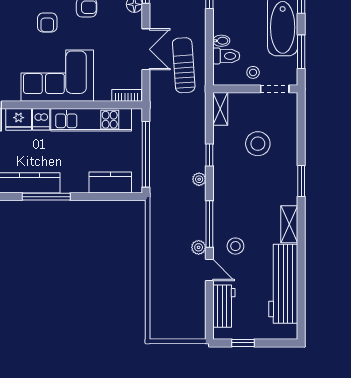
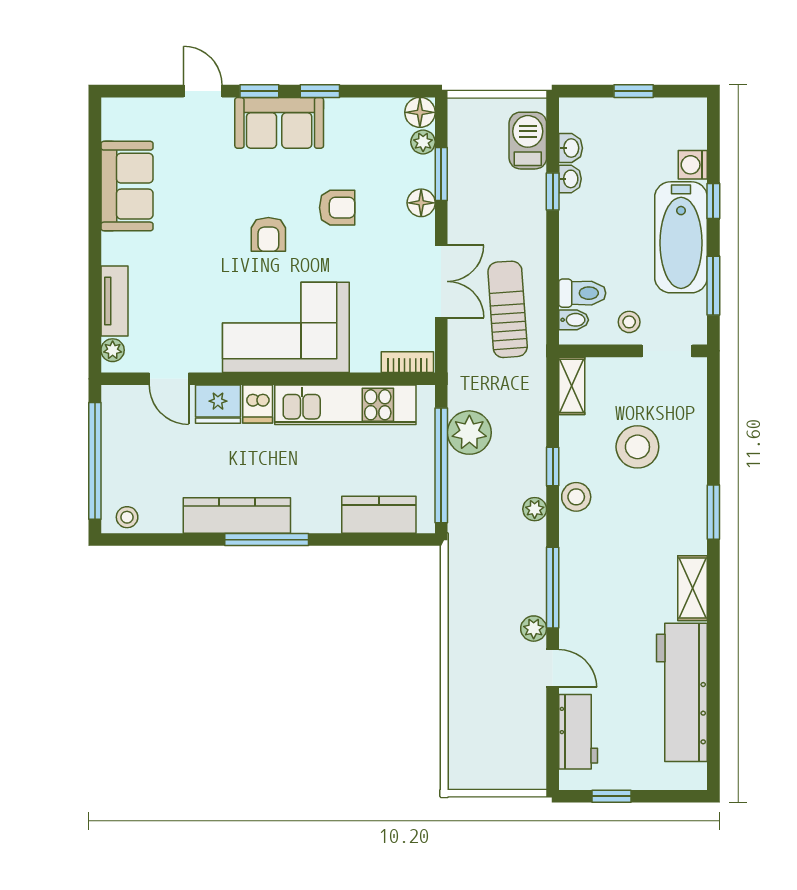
bidet: (221, 41) -> (574, 320), moved
plant: (162, 136) -> (469, 433), added
stool: (235, 246) -> (576, 497), moved

